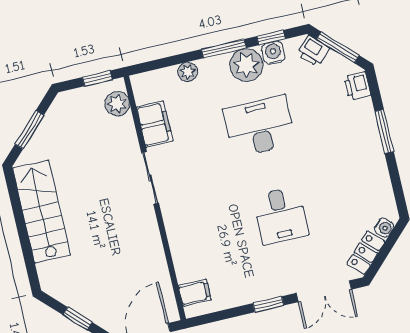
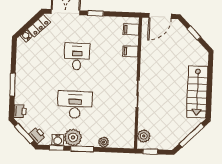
filing cabinet: (155, 124) -> (131, 51), moved, width x0.50
desk: (260, 126) -> (75, 105), turned 180
window: (29, 130) -> (192, 135), width x1.44

